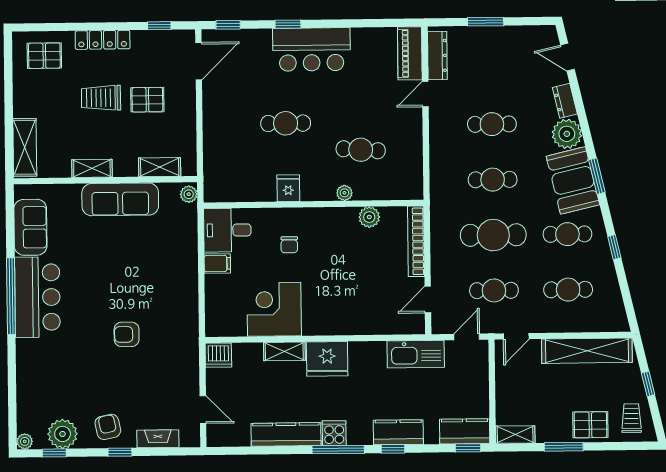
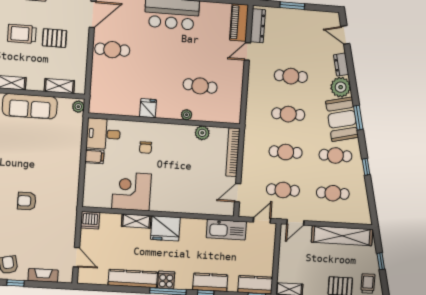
cafe table: (286, 123) -> (112, 50), moved
cafe table: (493, 235) -> (286, 152), width x0.73, depth x0.74

